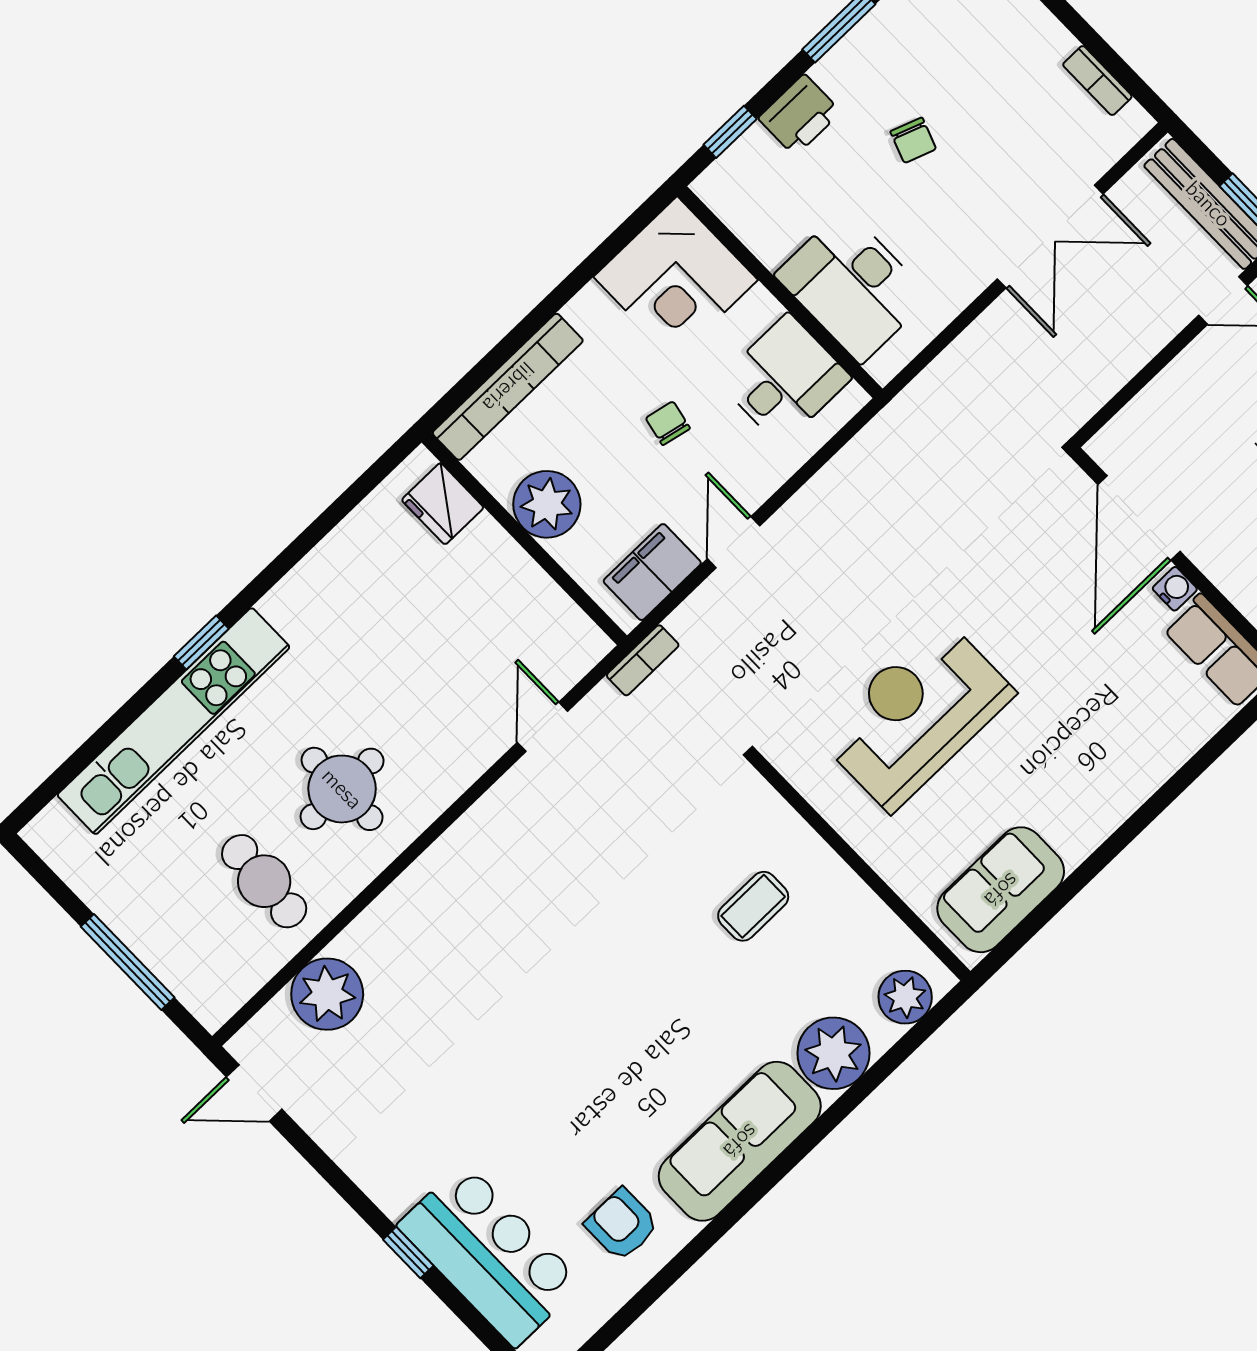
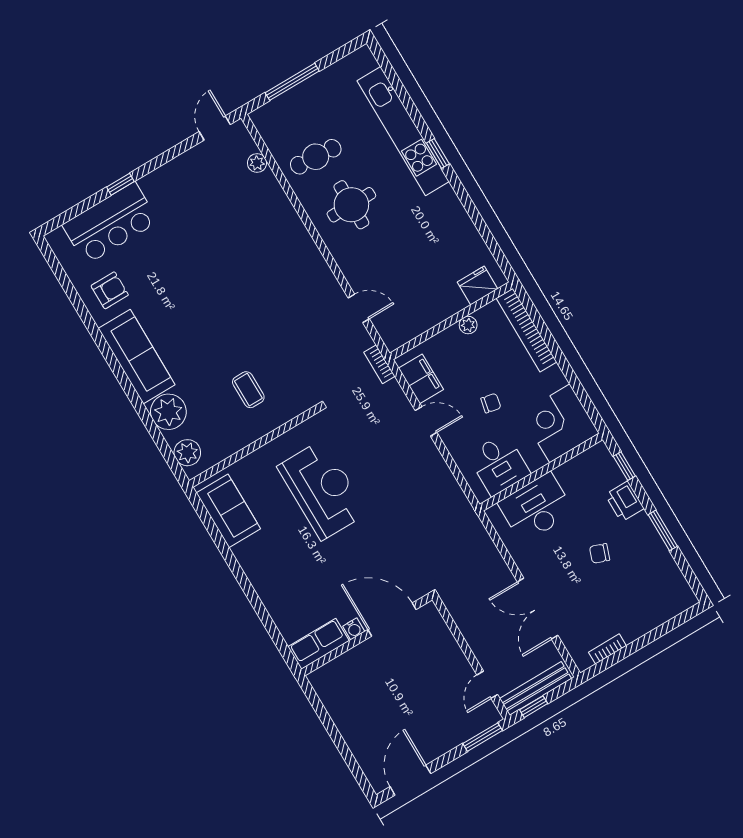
plant: (547, 504) -> (468, 325), width x0.53, depth x0.53
plant: (327, 994) -> (257, 163), width x0.53, depth x0.53

